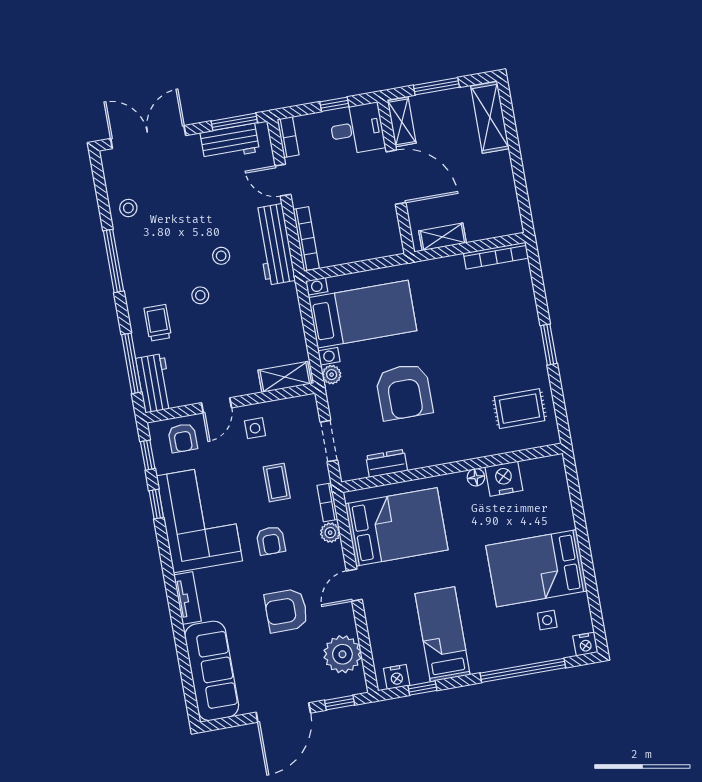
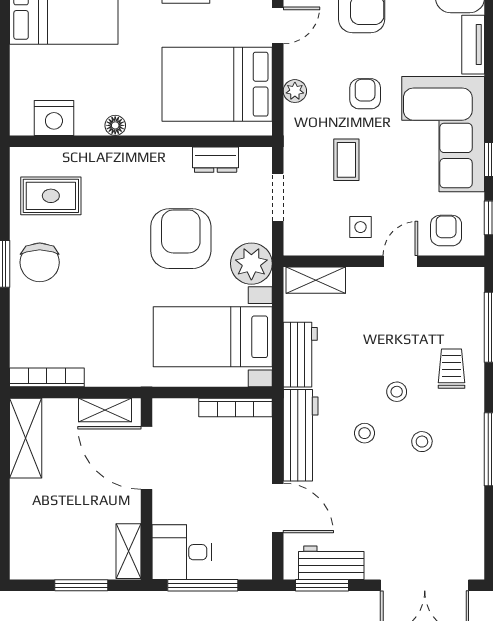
window: (334, 104) -> (203, 585), width x2.17
shelving: (490, 117) -> (26, 438), moved
bookcase: (288, 137) -> (263, 557), removed
door: (396, 177) -> (146, 458), moved
door: (283, 180) -> (278, 508), width x1.38
stool: (128, 208) -> (422, 442), moved
bookcase: (306, 239) -> (236, 407), moved, turned -90
trolley: (158, 323) -> (451, 369), turned 180
chair: (519, 351) -> (40, 262), added
plant: (332, 375) -> (251, 264), width x1.88, depth x1.88
workbench: (154, 383) -> (300, 355), moved, turned 180
nightstand: (504, 479) -> (54, 118), moved
bookcase: (327, 502) -> (292, 127), removed

